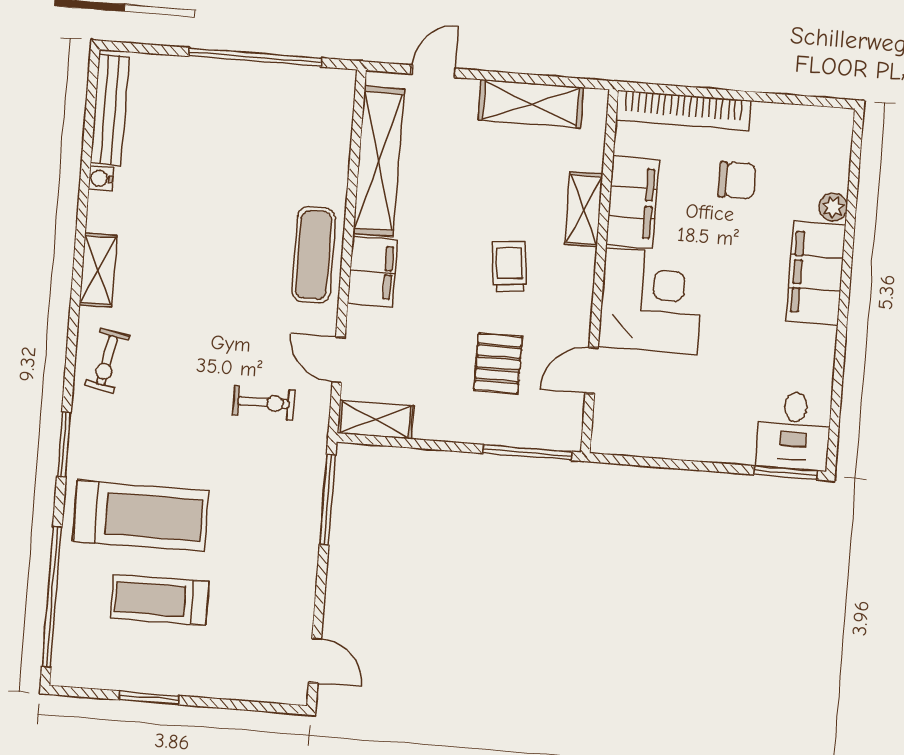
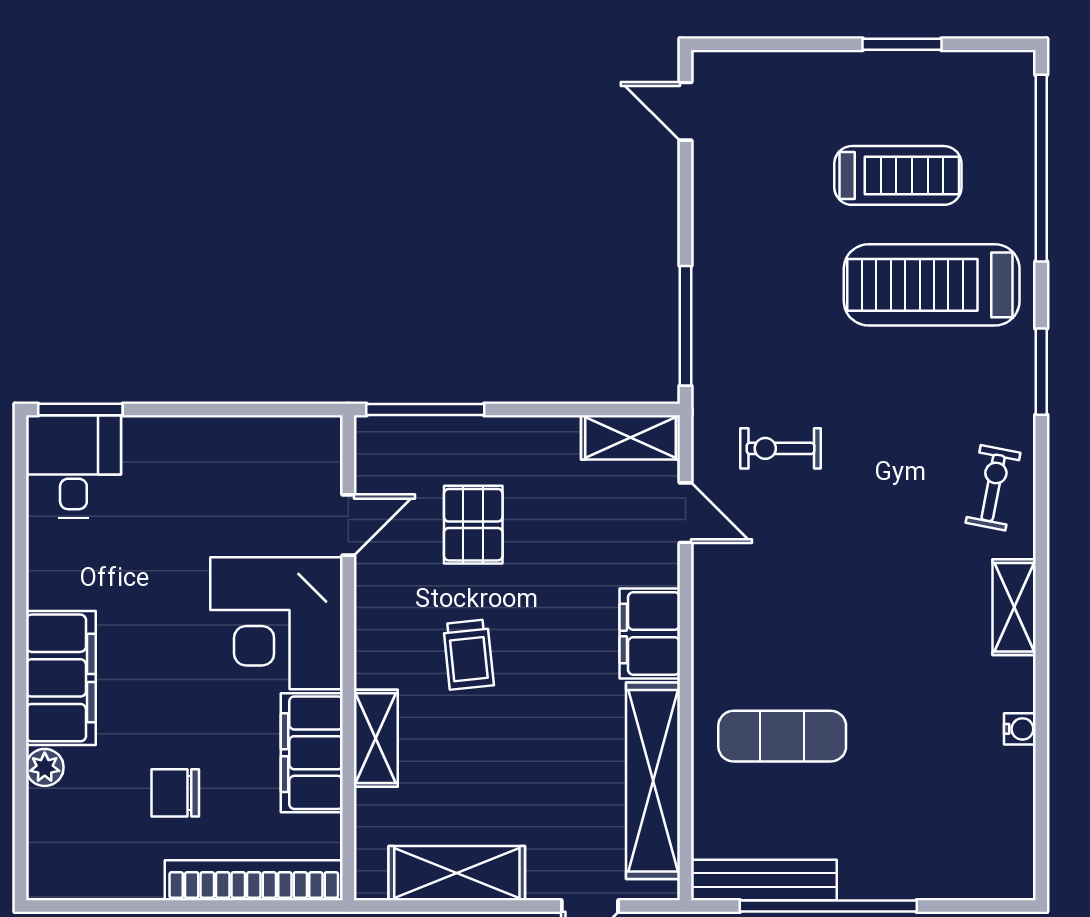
bench: (110, 110) -> (764, 880), moved, turned 90
exercise mat: (314, 255) -> (782, 736), moved, turned 90

